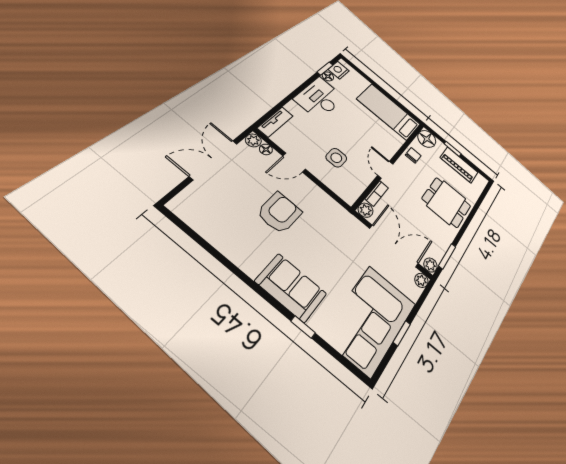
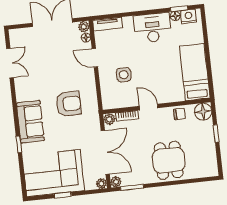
piano: (459, 165) -> (208, 147), removed
door: (385, 170) -> (149, 107), hinge flipped
armchair: (279, 213) -> (68, 104), moved
double door: (202, 242) -> (10, 63), added

